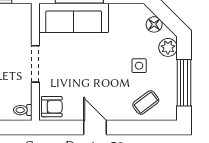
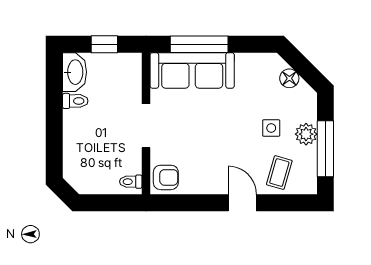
plant: (168, 47) -> (306, 134), moved
coffee table: (146, 103) -> (279, 173), turned -37
door: (95, 128) -> (242, 203), moved

